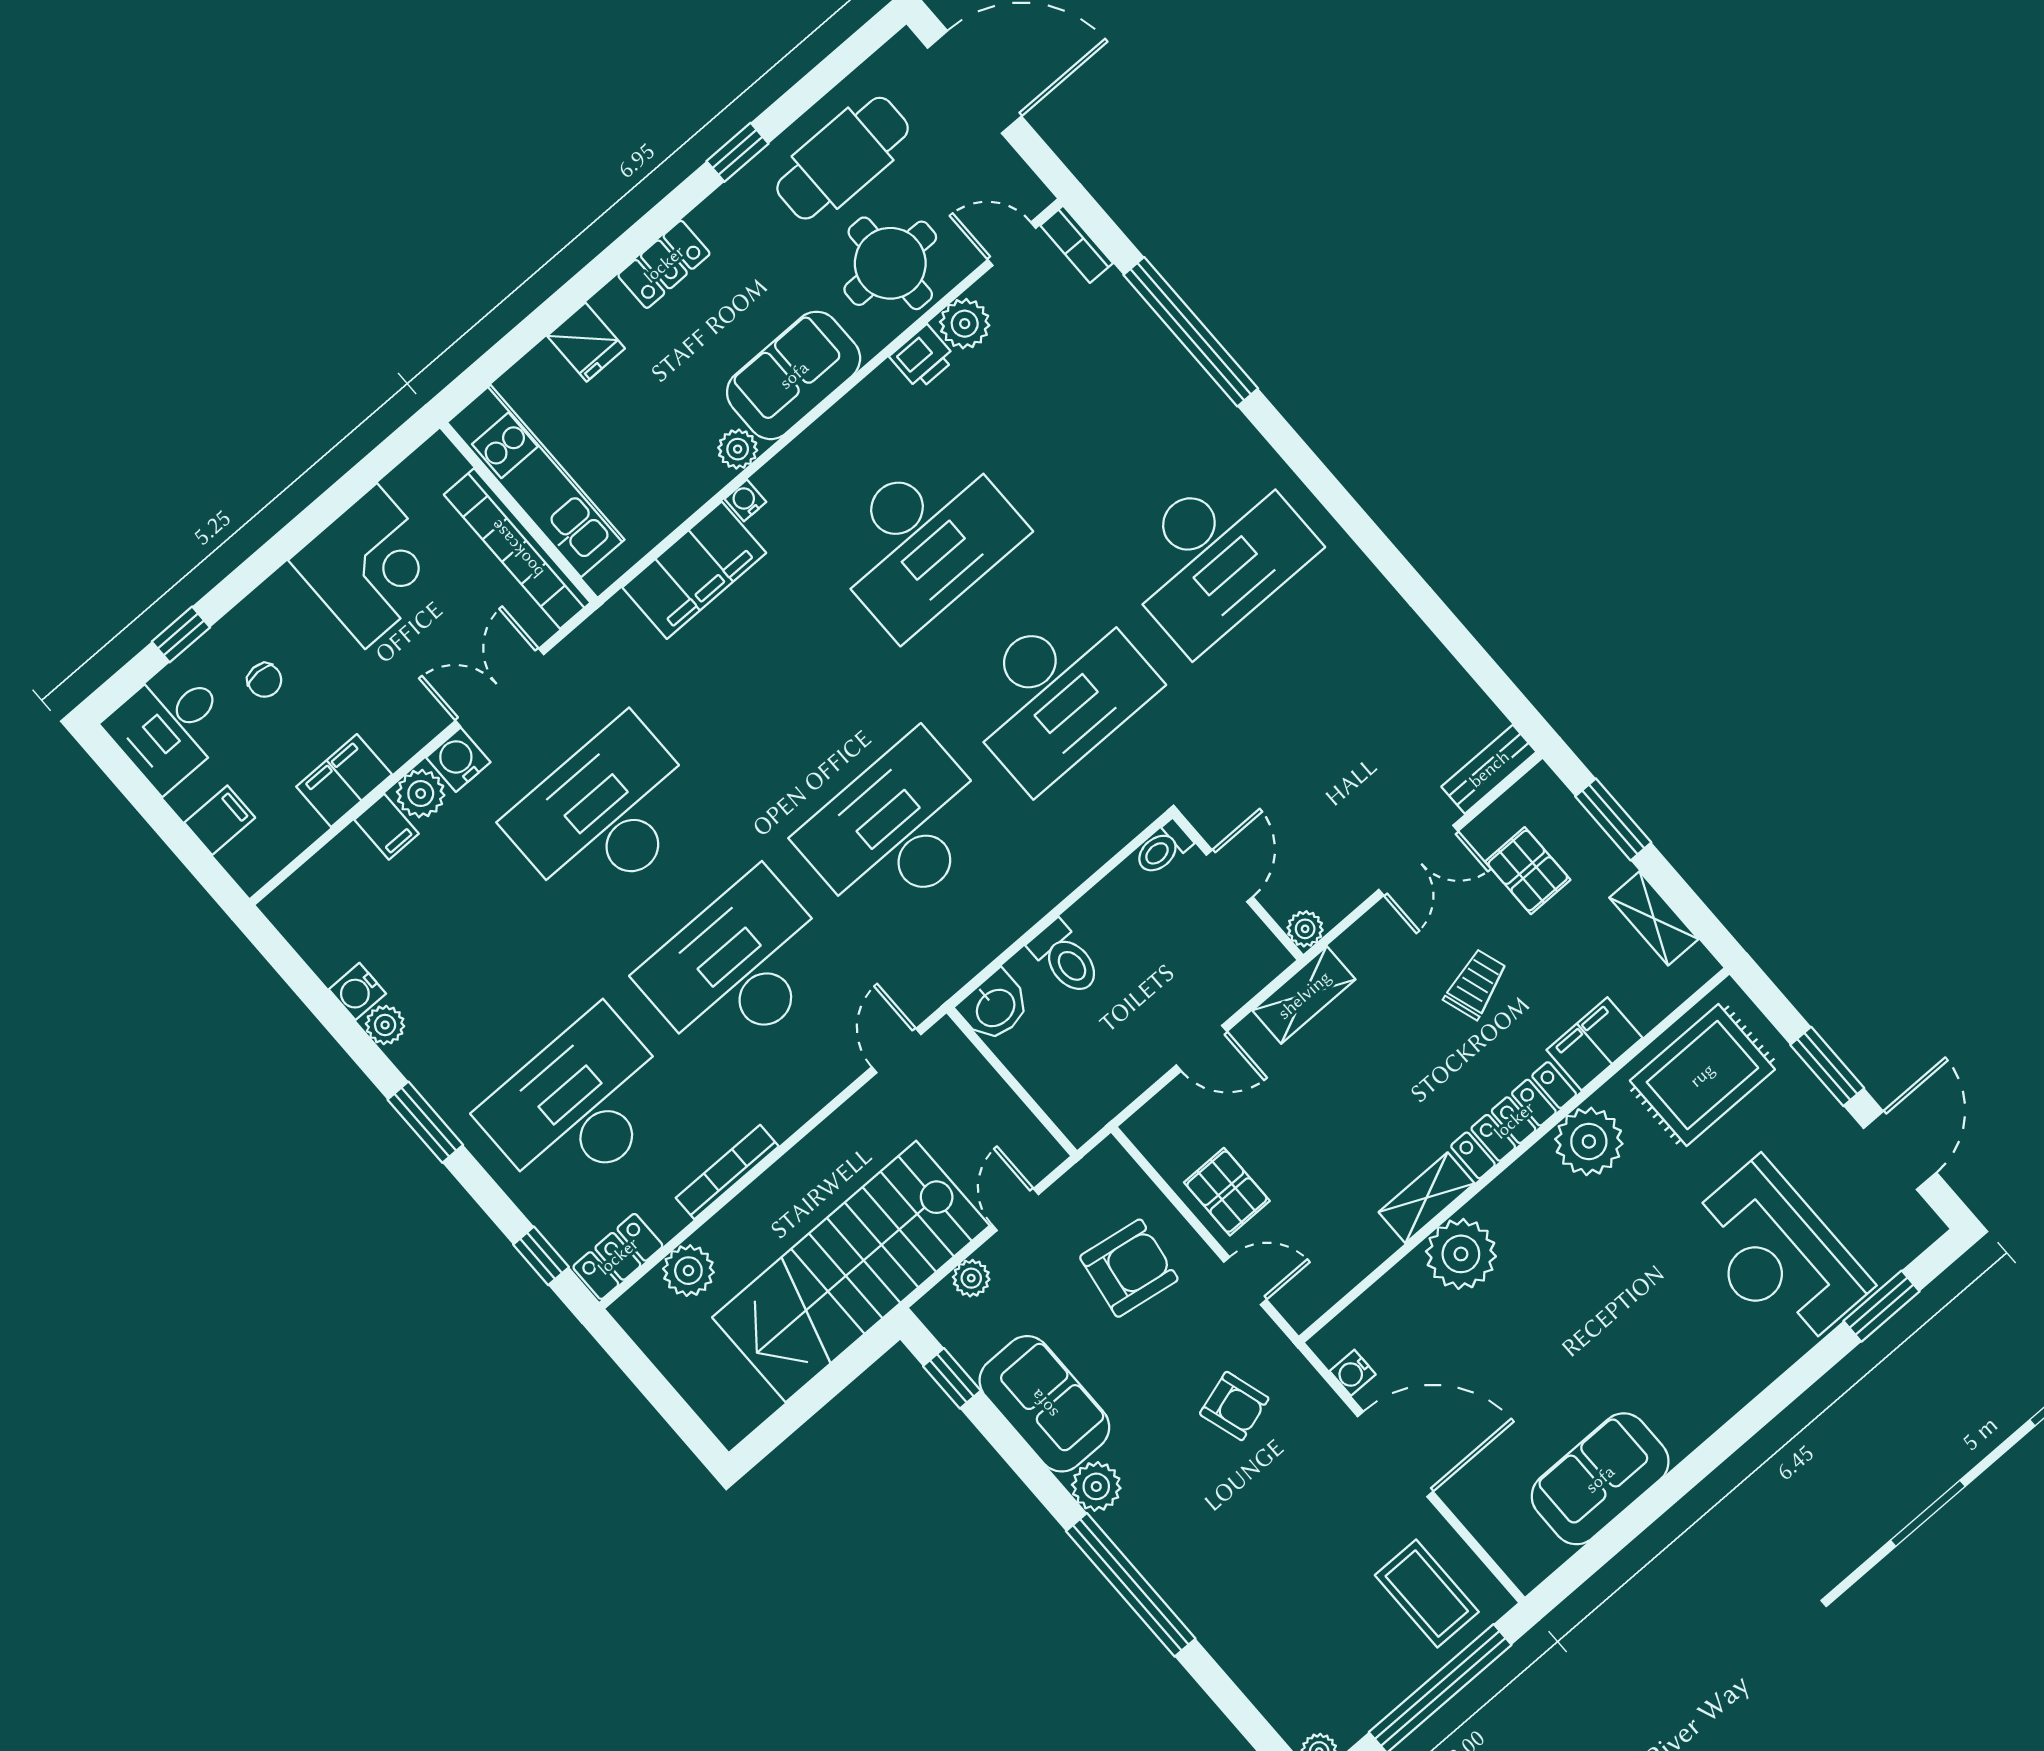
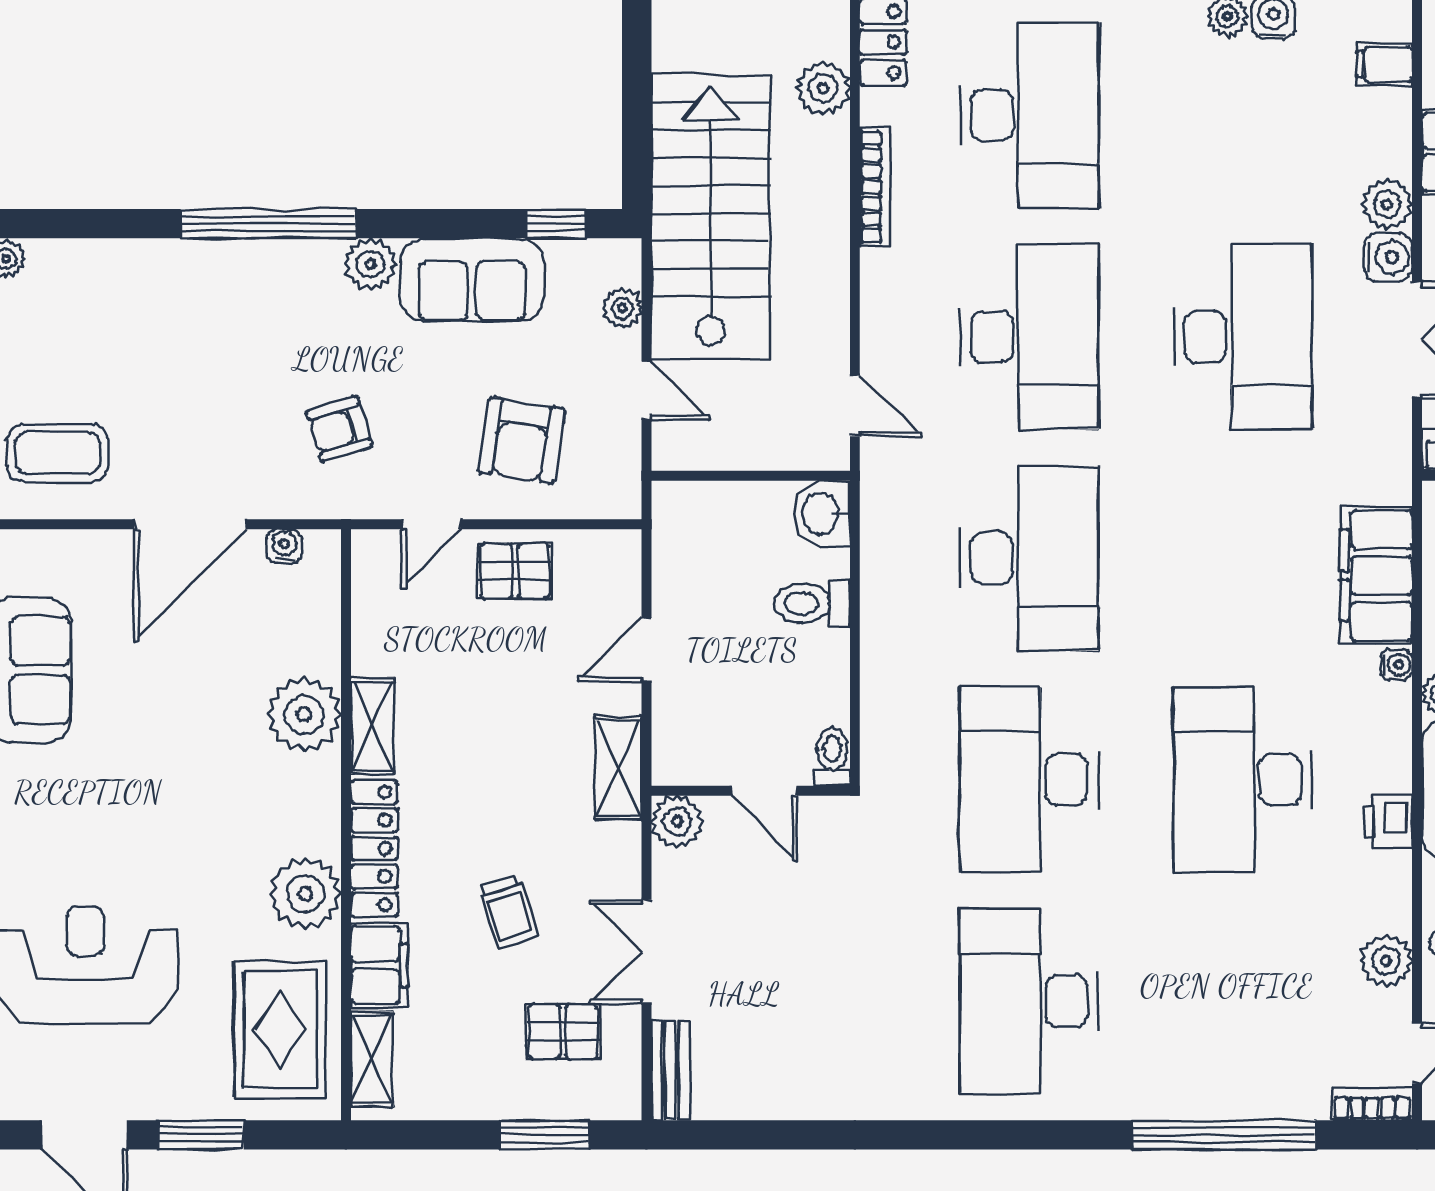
printer: (923, 357) -> (1388, 822), moved
filing cabinet: (386, 827) -> (1384, 64), moved
shelving: (1654, 918) -> (372, 1059), moved, turned 90
plant: (1305, 929) -> (677, 821), width x1.38, depth x1.38

